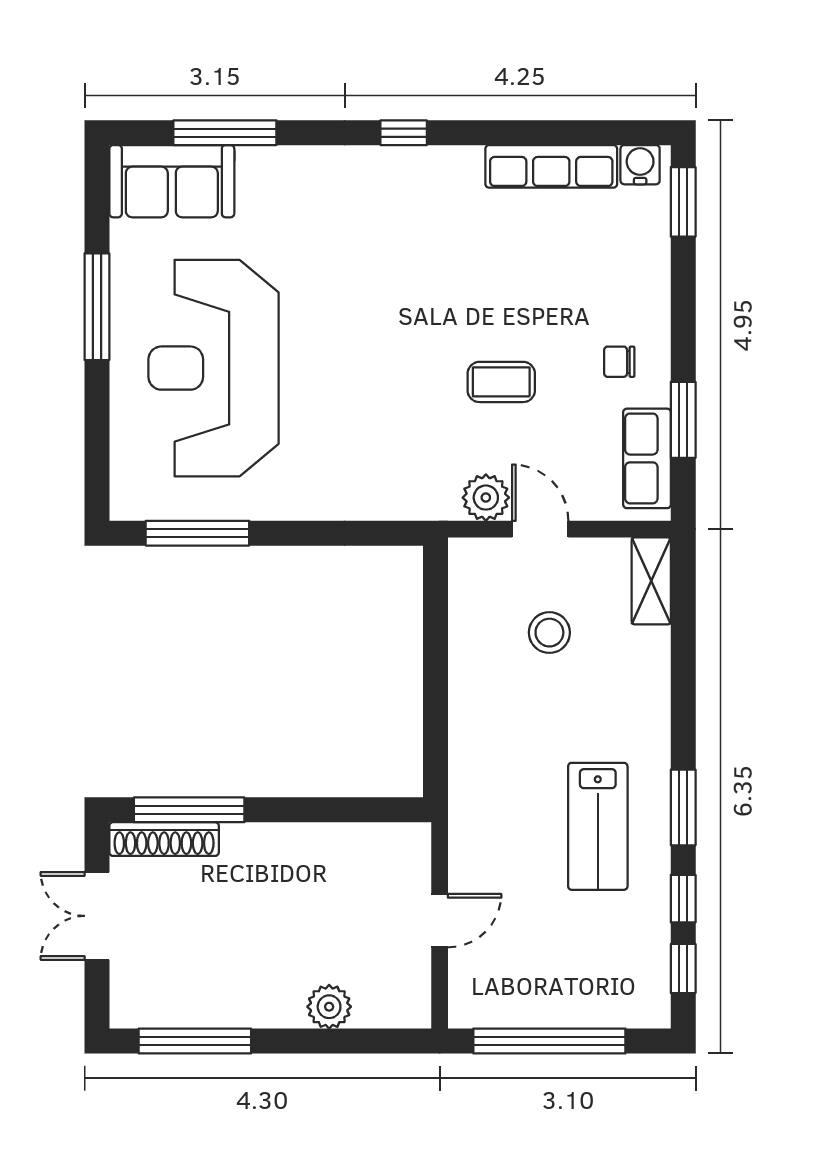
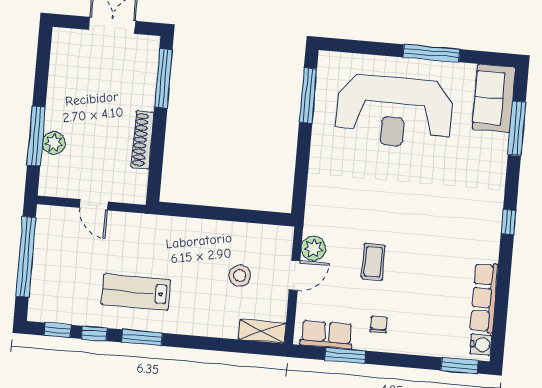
reception desk: (214, 368) -> (394, 112), turned 180
shoe rack: (164, 839) -> (143, 140), moved
window: (195, 1041) -> (36, 136), moved

